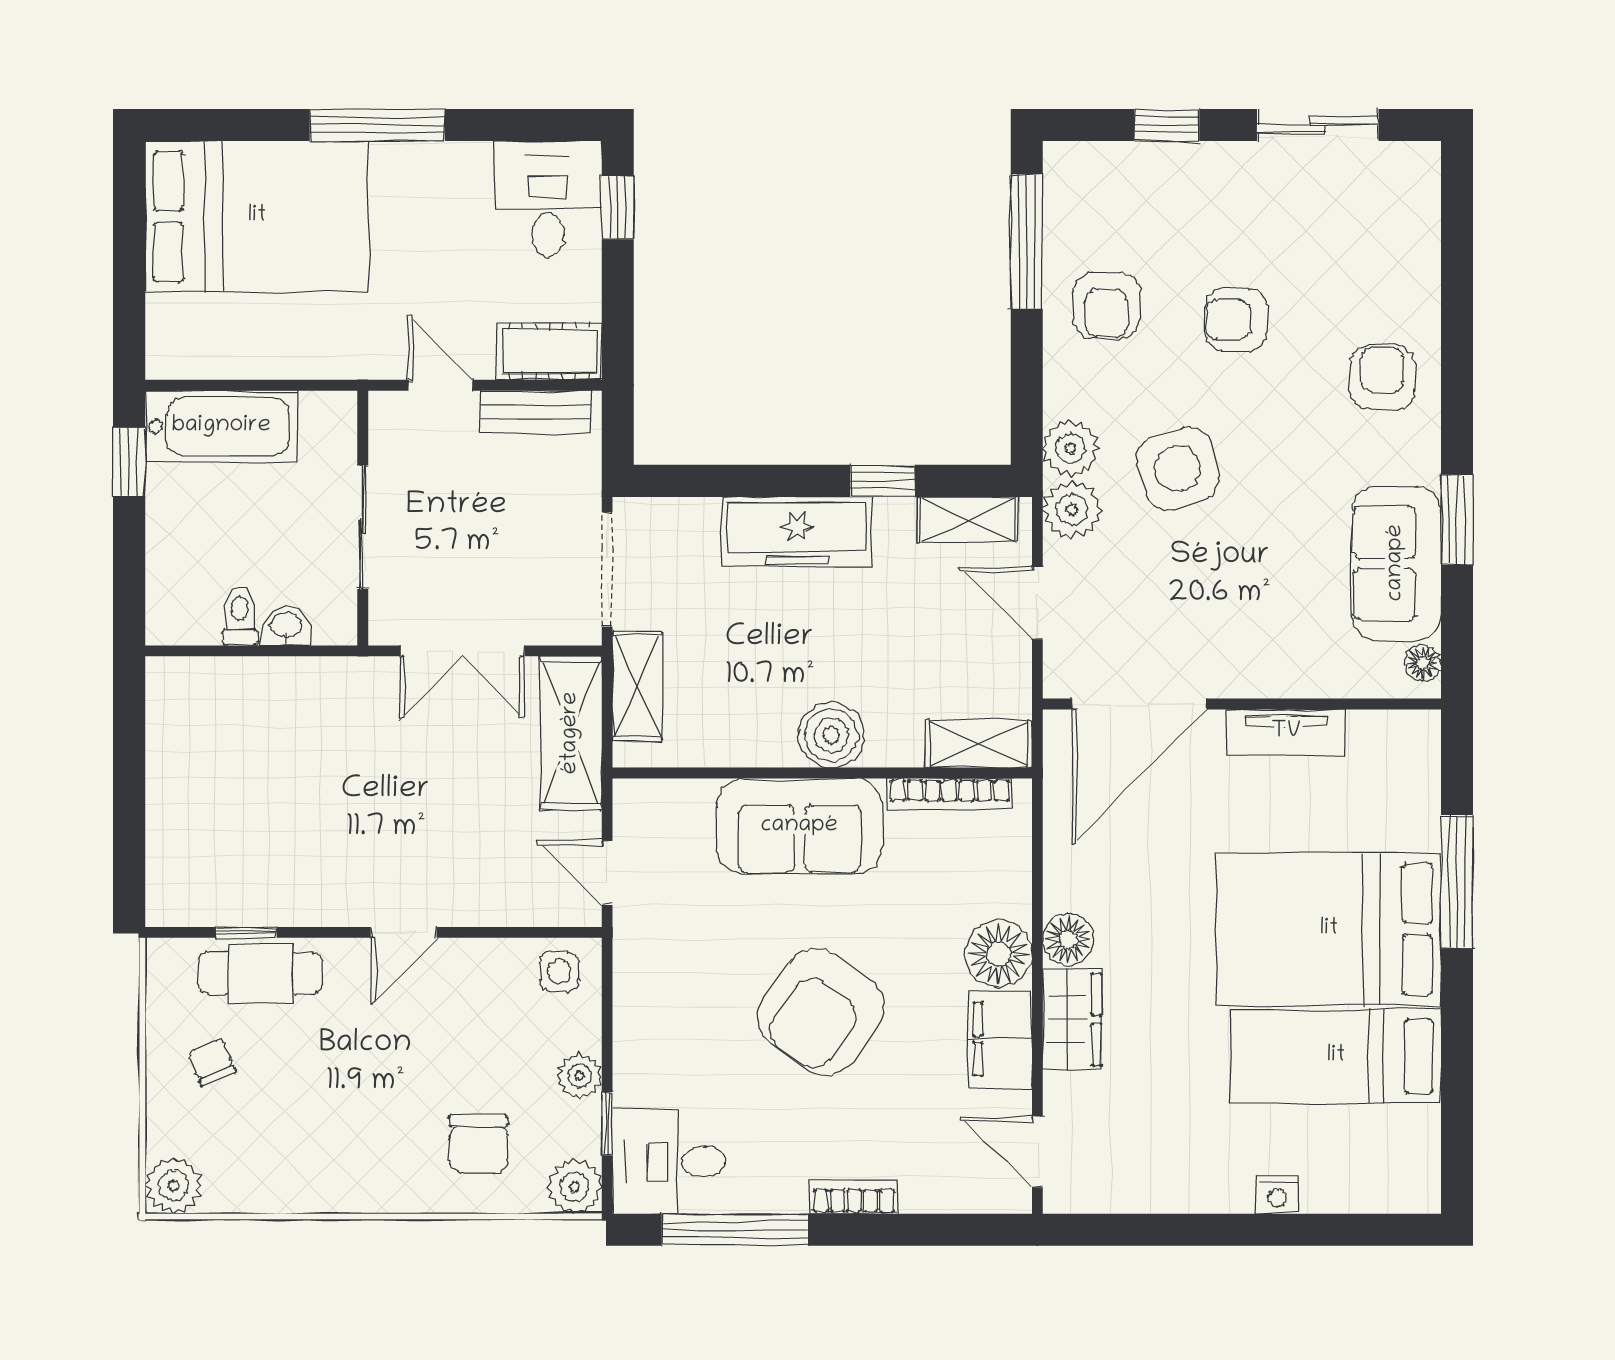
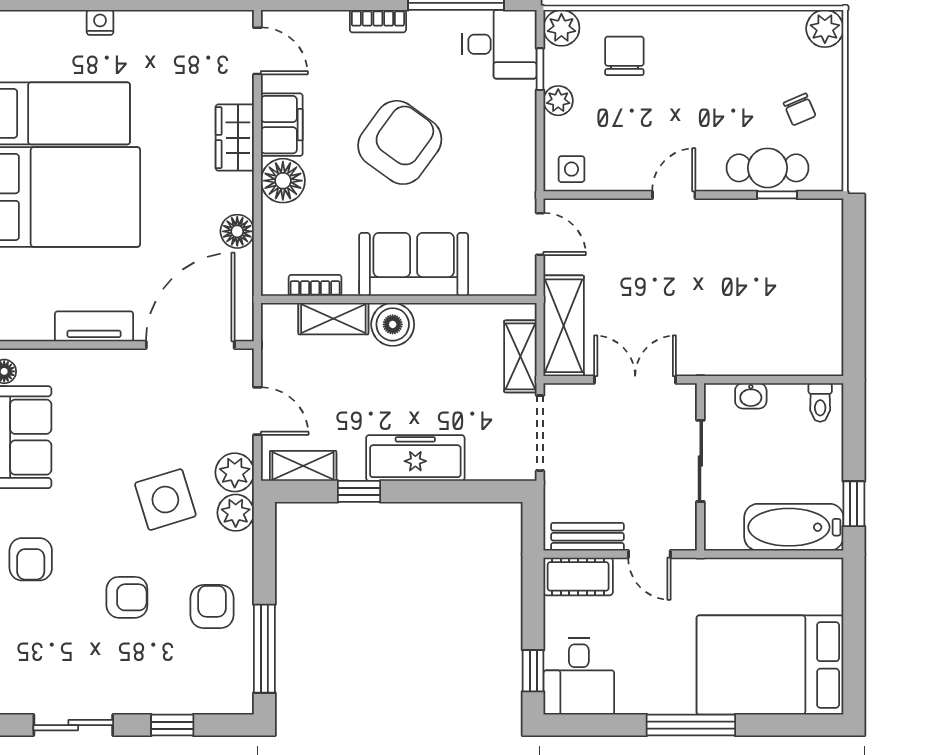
toilet: (240, 616) -> (820, 402), moved
shelving: (979, 744) -> (333, 319), moved
bookcase: (950, 794) -> (315, 285), width x0.64
floor lamp: (1068, 939) -> (237, 231), moved

